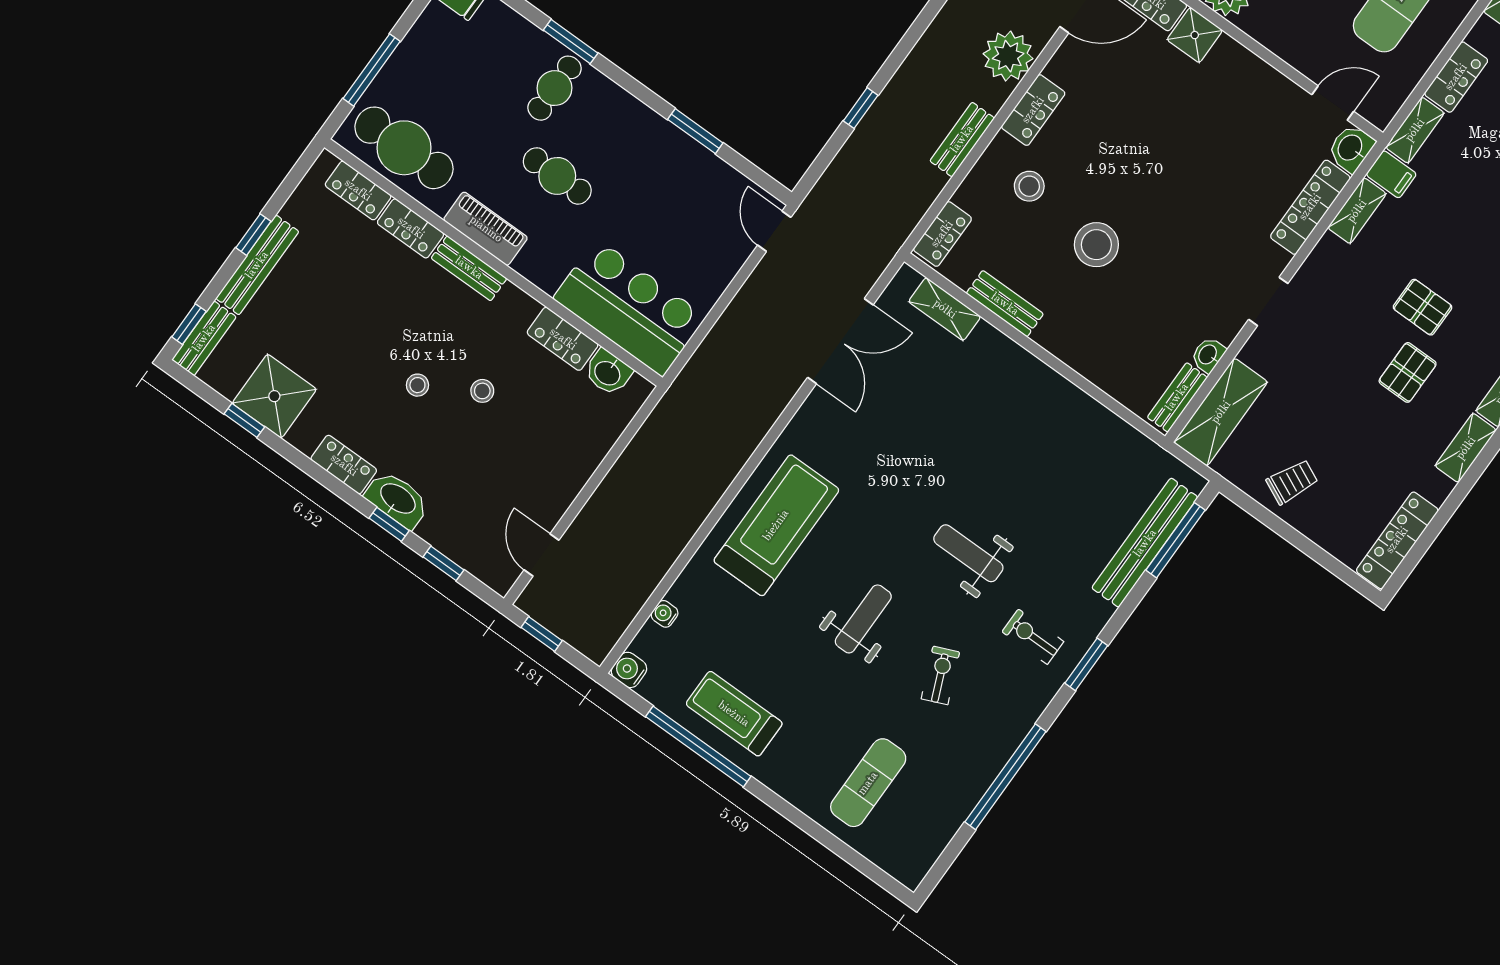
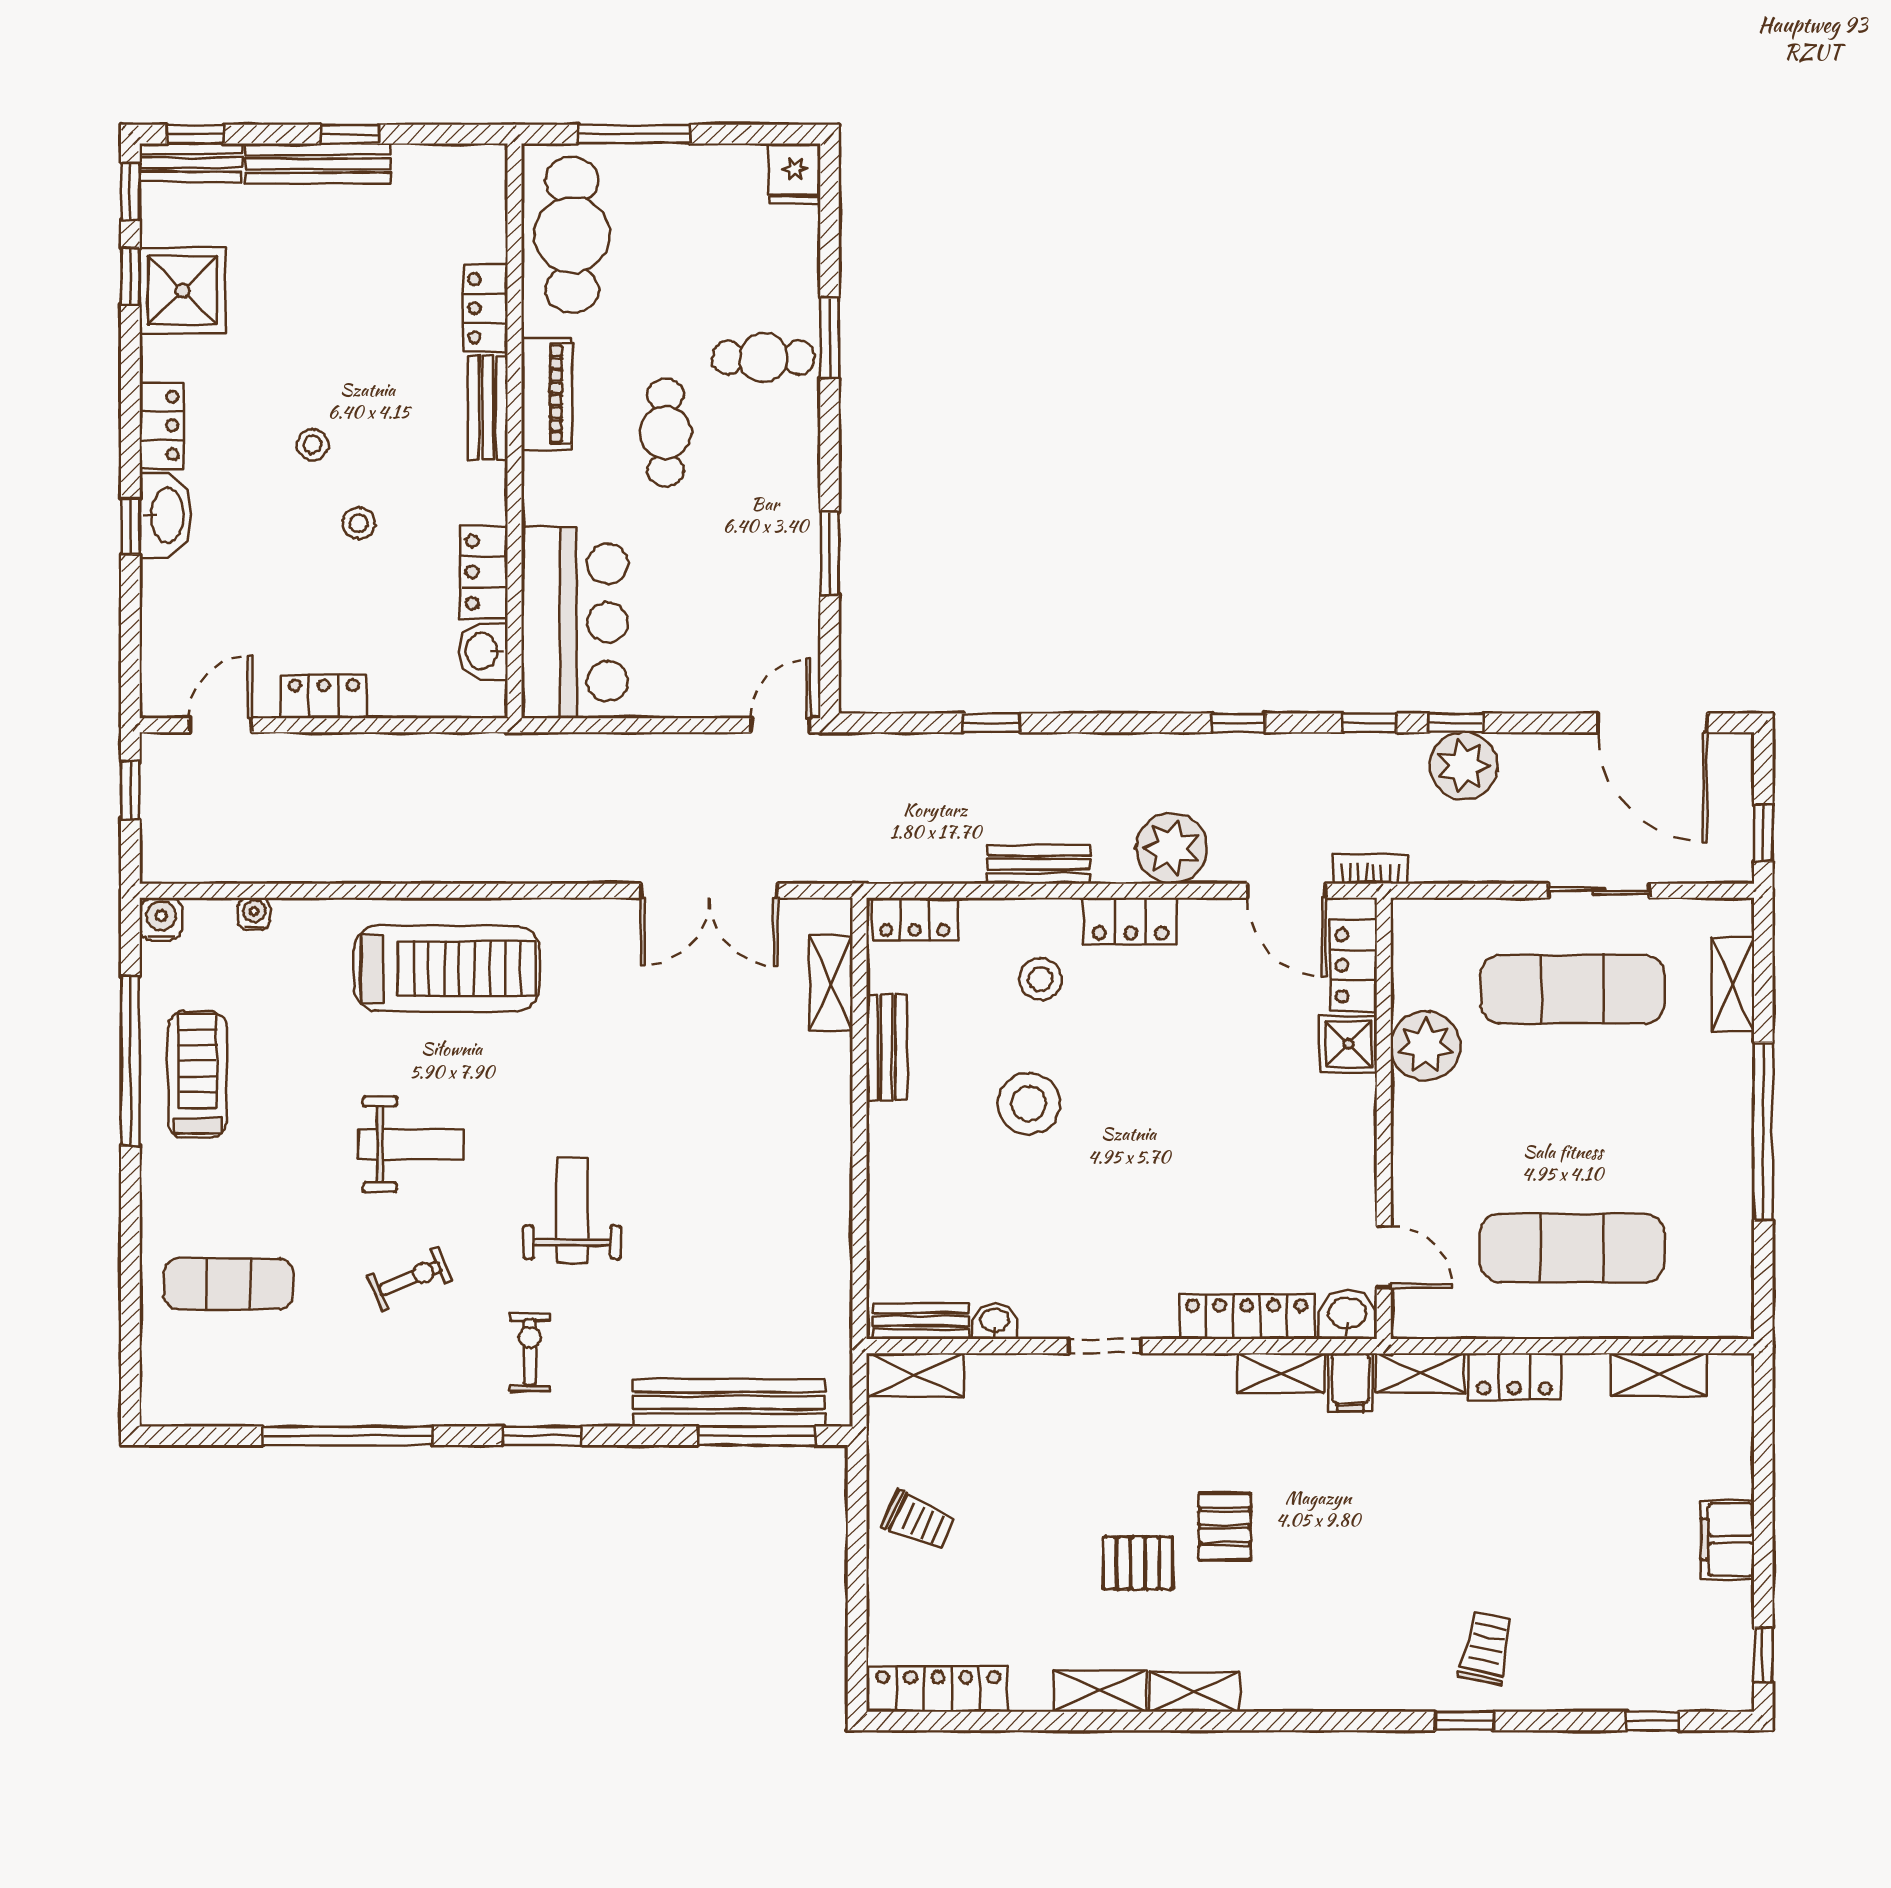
locker: (358, 190) -> (324, 696), moved, turned 90
shelving: (1221, 412) -> (915, 1375), width x0.67, depth x0.75
window: (443, 563) -> (130, 191), moved

